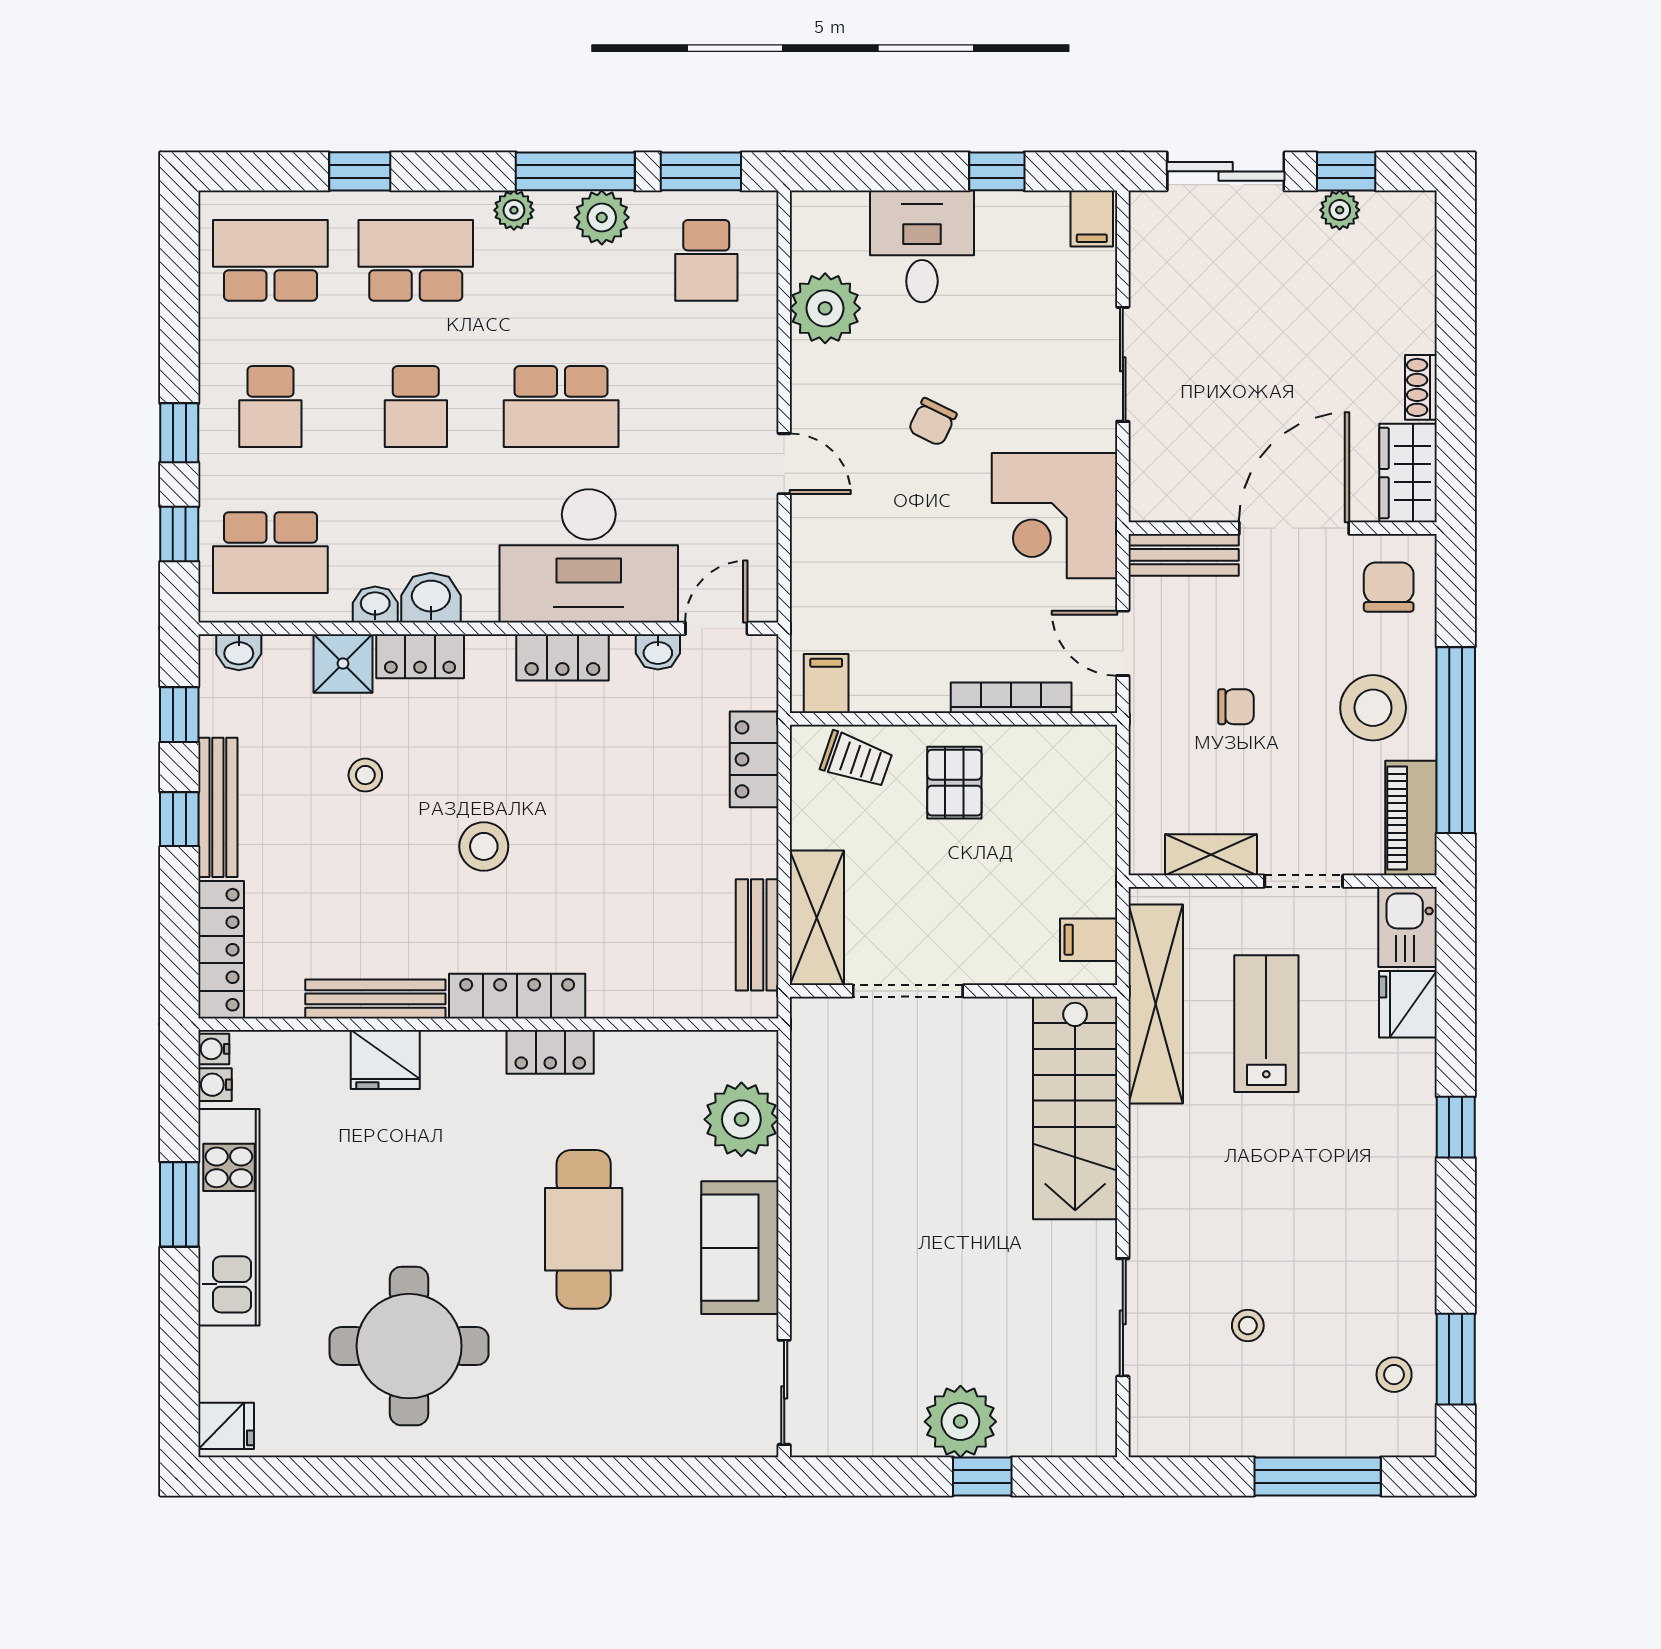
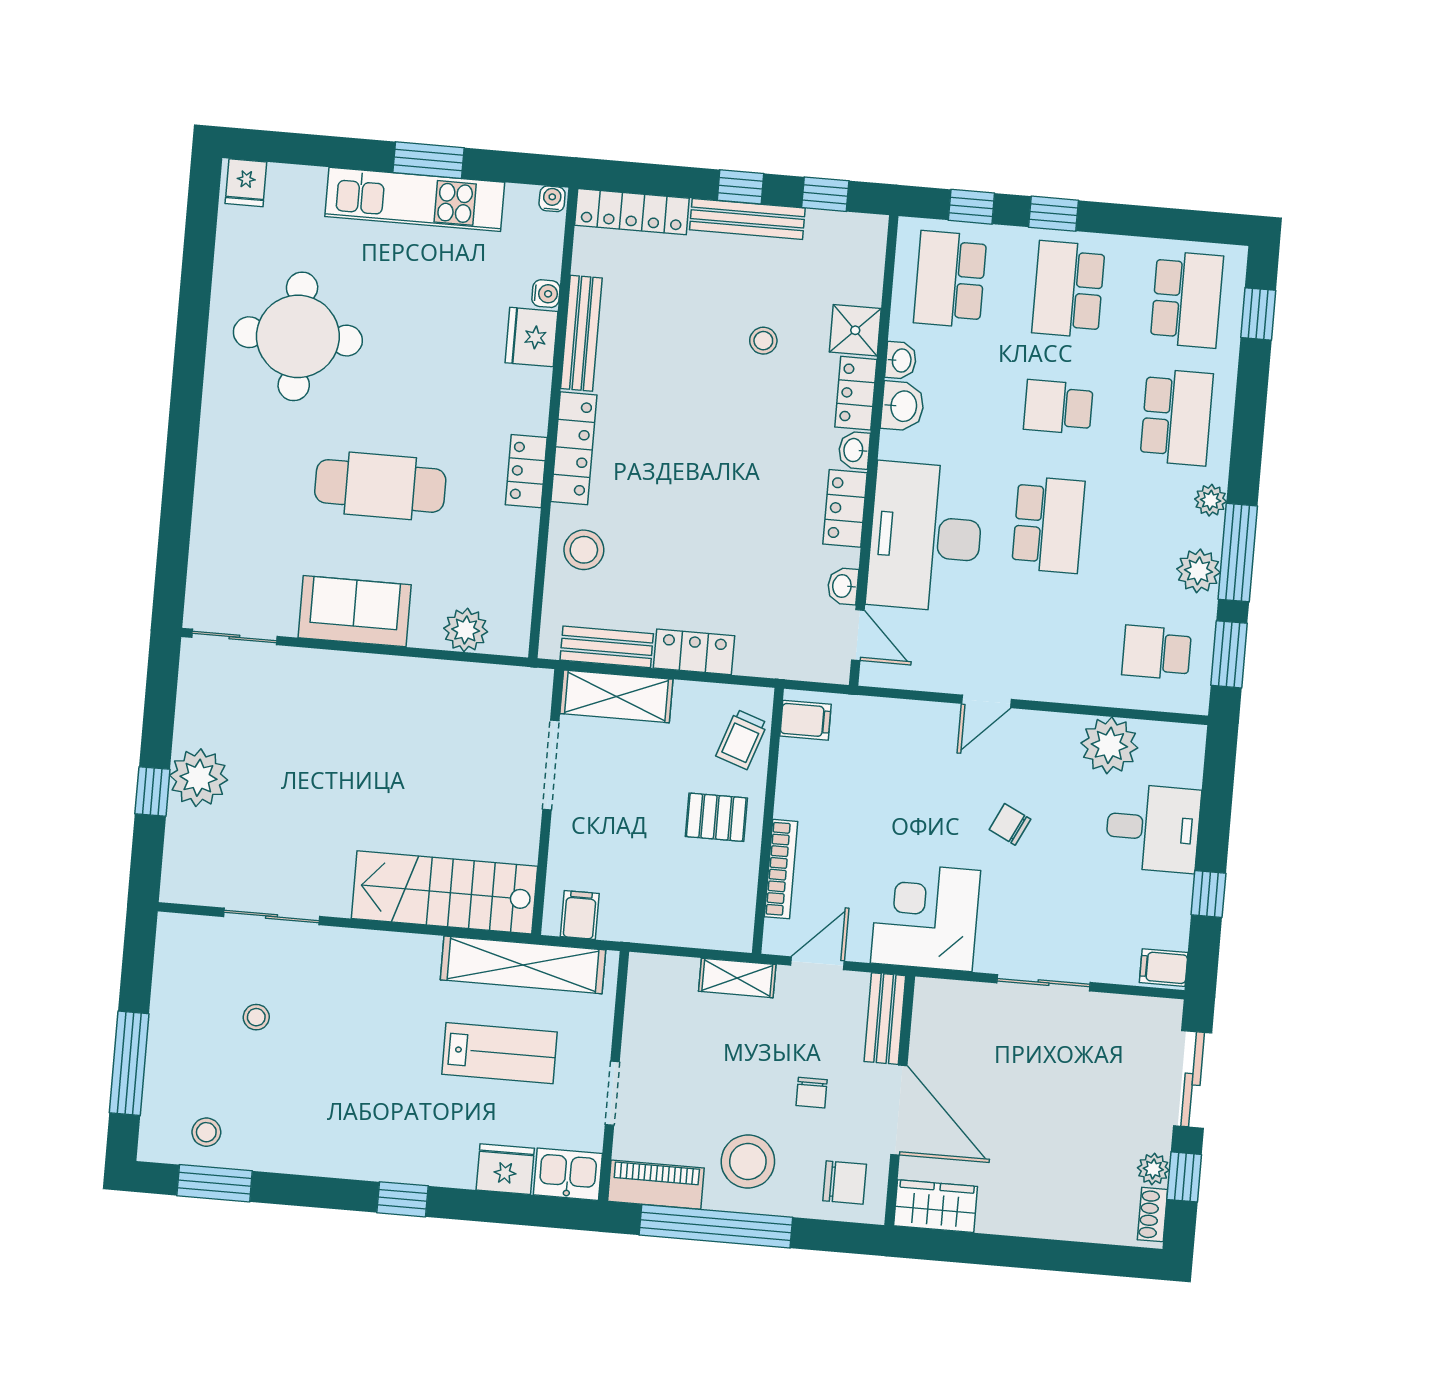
window: (360, 171) -> (1258, 314), moved
shoe rack: (1421, 387) -> (1153, 1215), moved, turned -90
school desk: (270, 407) -> (1068, 289), width x1.85
school desk: (561, 407) -> (1048, 525), turned 180
washbasin: (239, 652) -> (854, 450), moved
chair: (1236, 707) -> (812, 1093), moved
locker: (754, 759) -> (694, 652), moved
stool: (484, 846) -> (584, 550), moved
shelving: (1211, 855) -> (737, 978), moved, turned 90
water cooler: (215, 1085) -> (546, 294), moved, turned 90
plant: (741, 1119) -> (466, 630), width x0.73, depth x0.73

